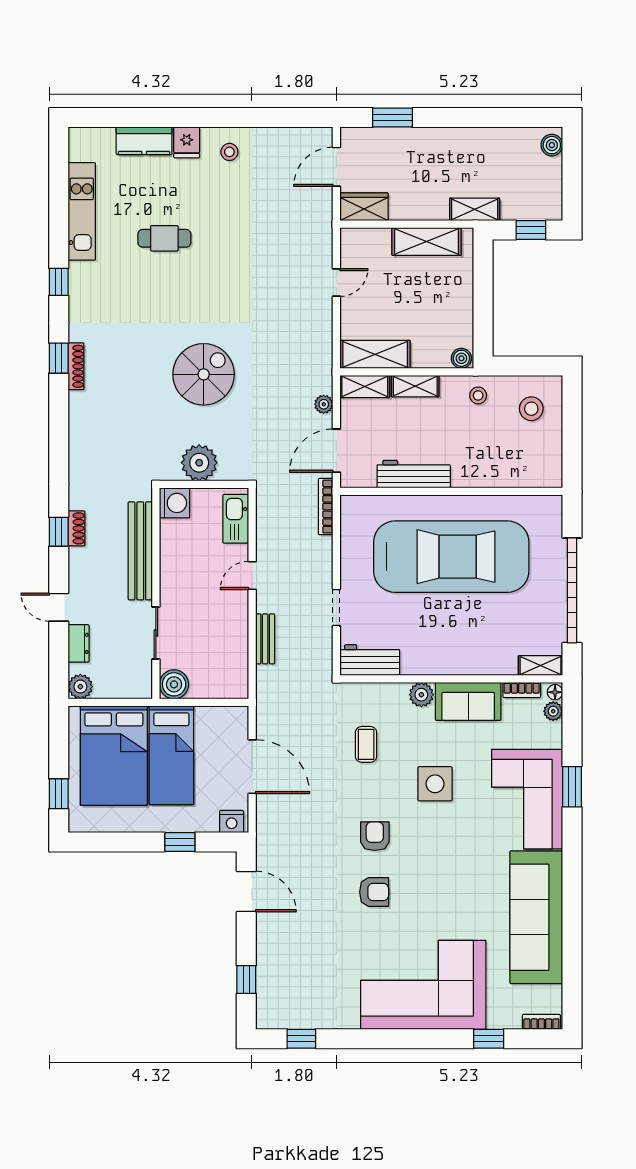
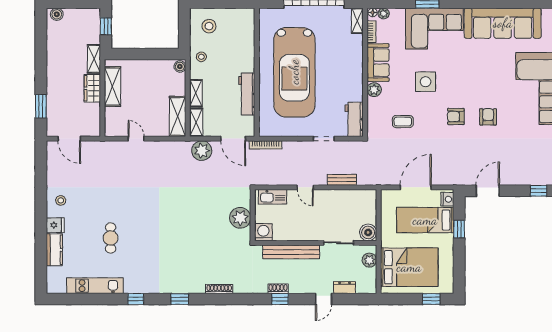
wardrobe: (364, 207) -> (92, 88), moved
shoe rack: (76, 366) -> (219, 289), moved
spiral stairs: (204, 374) -> (189, 215), removed
plant: (324, 404) -> (202, 151), width x1.87, depth x1.87
car: (451, 557) -> (294, 72), turned 180
plant: (80, 687) -> (369, 260), moved
bed: (171, 755) -> (425, 220), moved, turned 180

